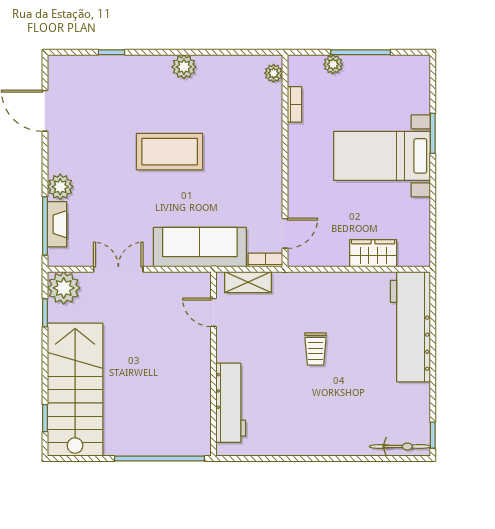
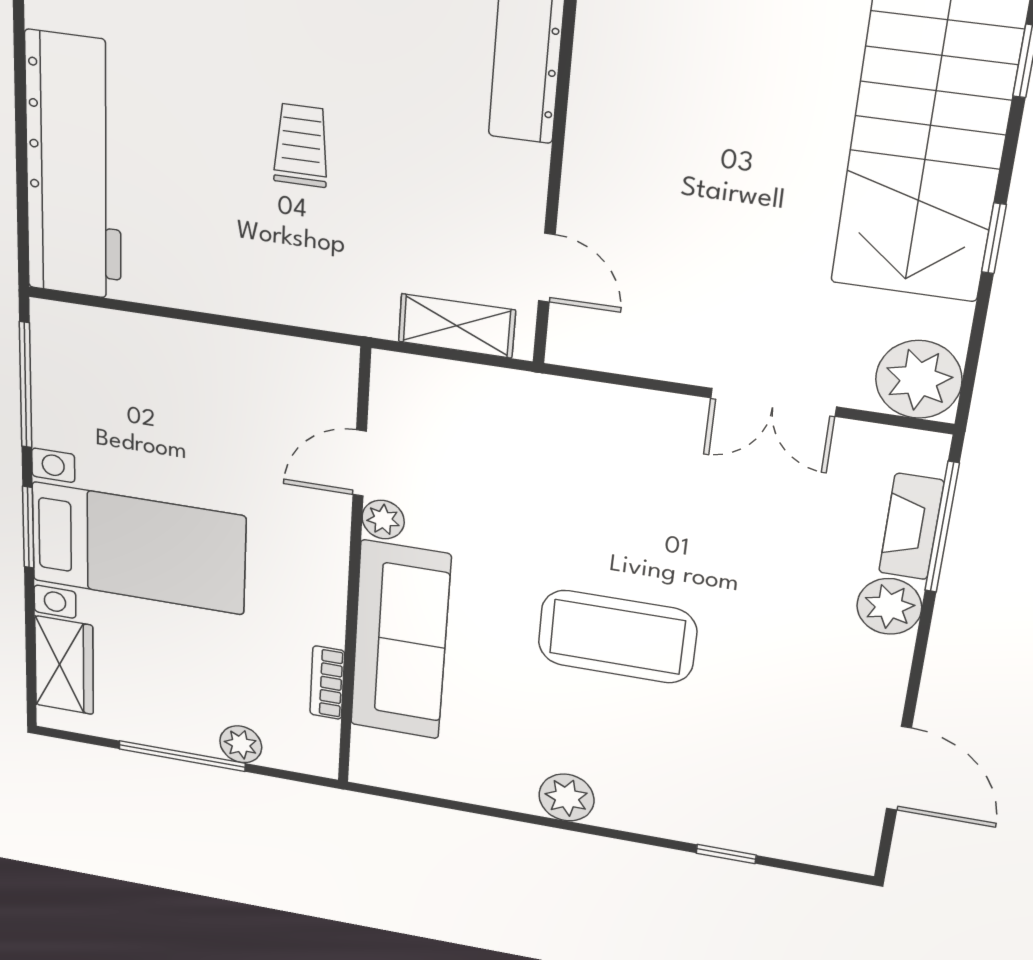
plant: (274, 73) -> (383, 520), moved
window: (433, 133) -> (28, 527), moved
window: (433, 226) -> (26, 385), added
door: (285, 233) -> (360, 463), moved
sofa: (200, 247) -> (400, 641), moved, turned -90
wardrobe: (373, 253) -> (64, 665), moved, turned -90
bookcase: (265, 260) -> (411, 370), removed
window: (45, 313) -> (994, 238), moved

